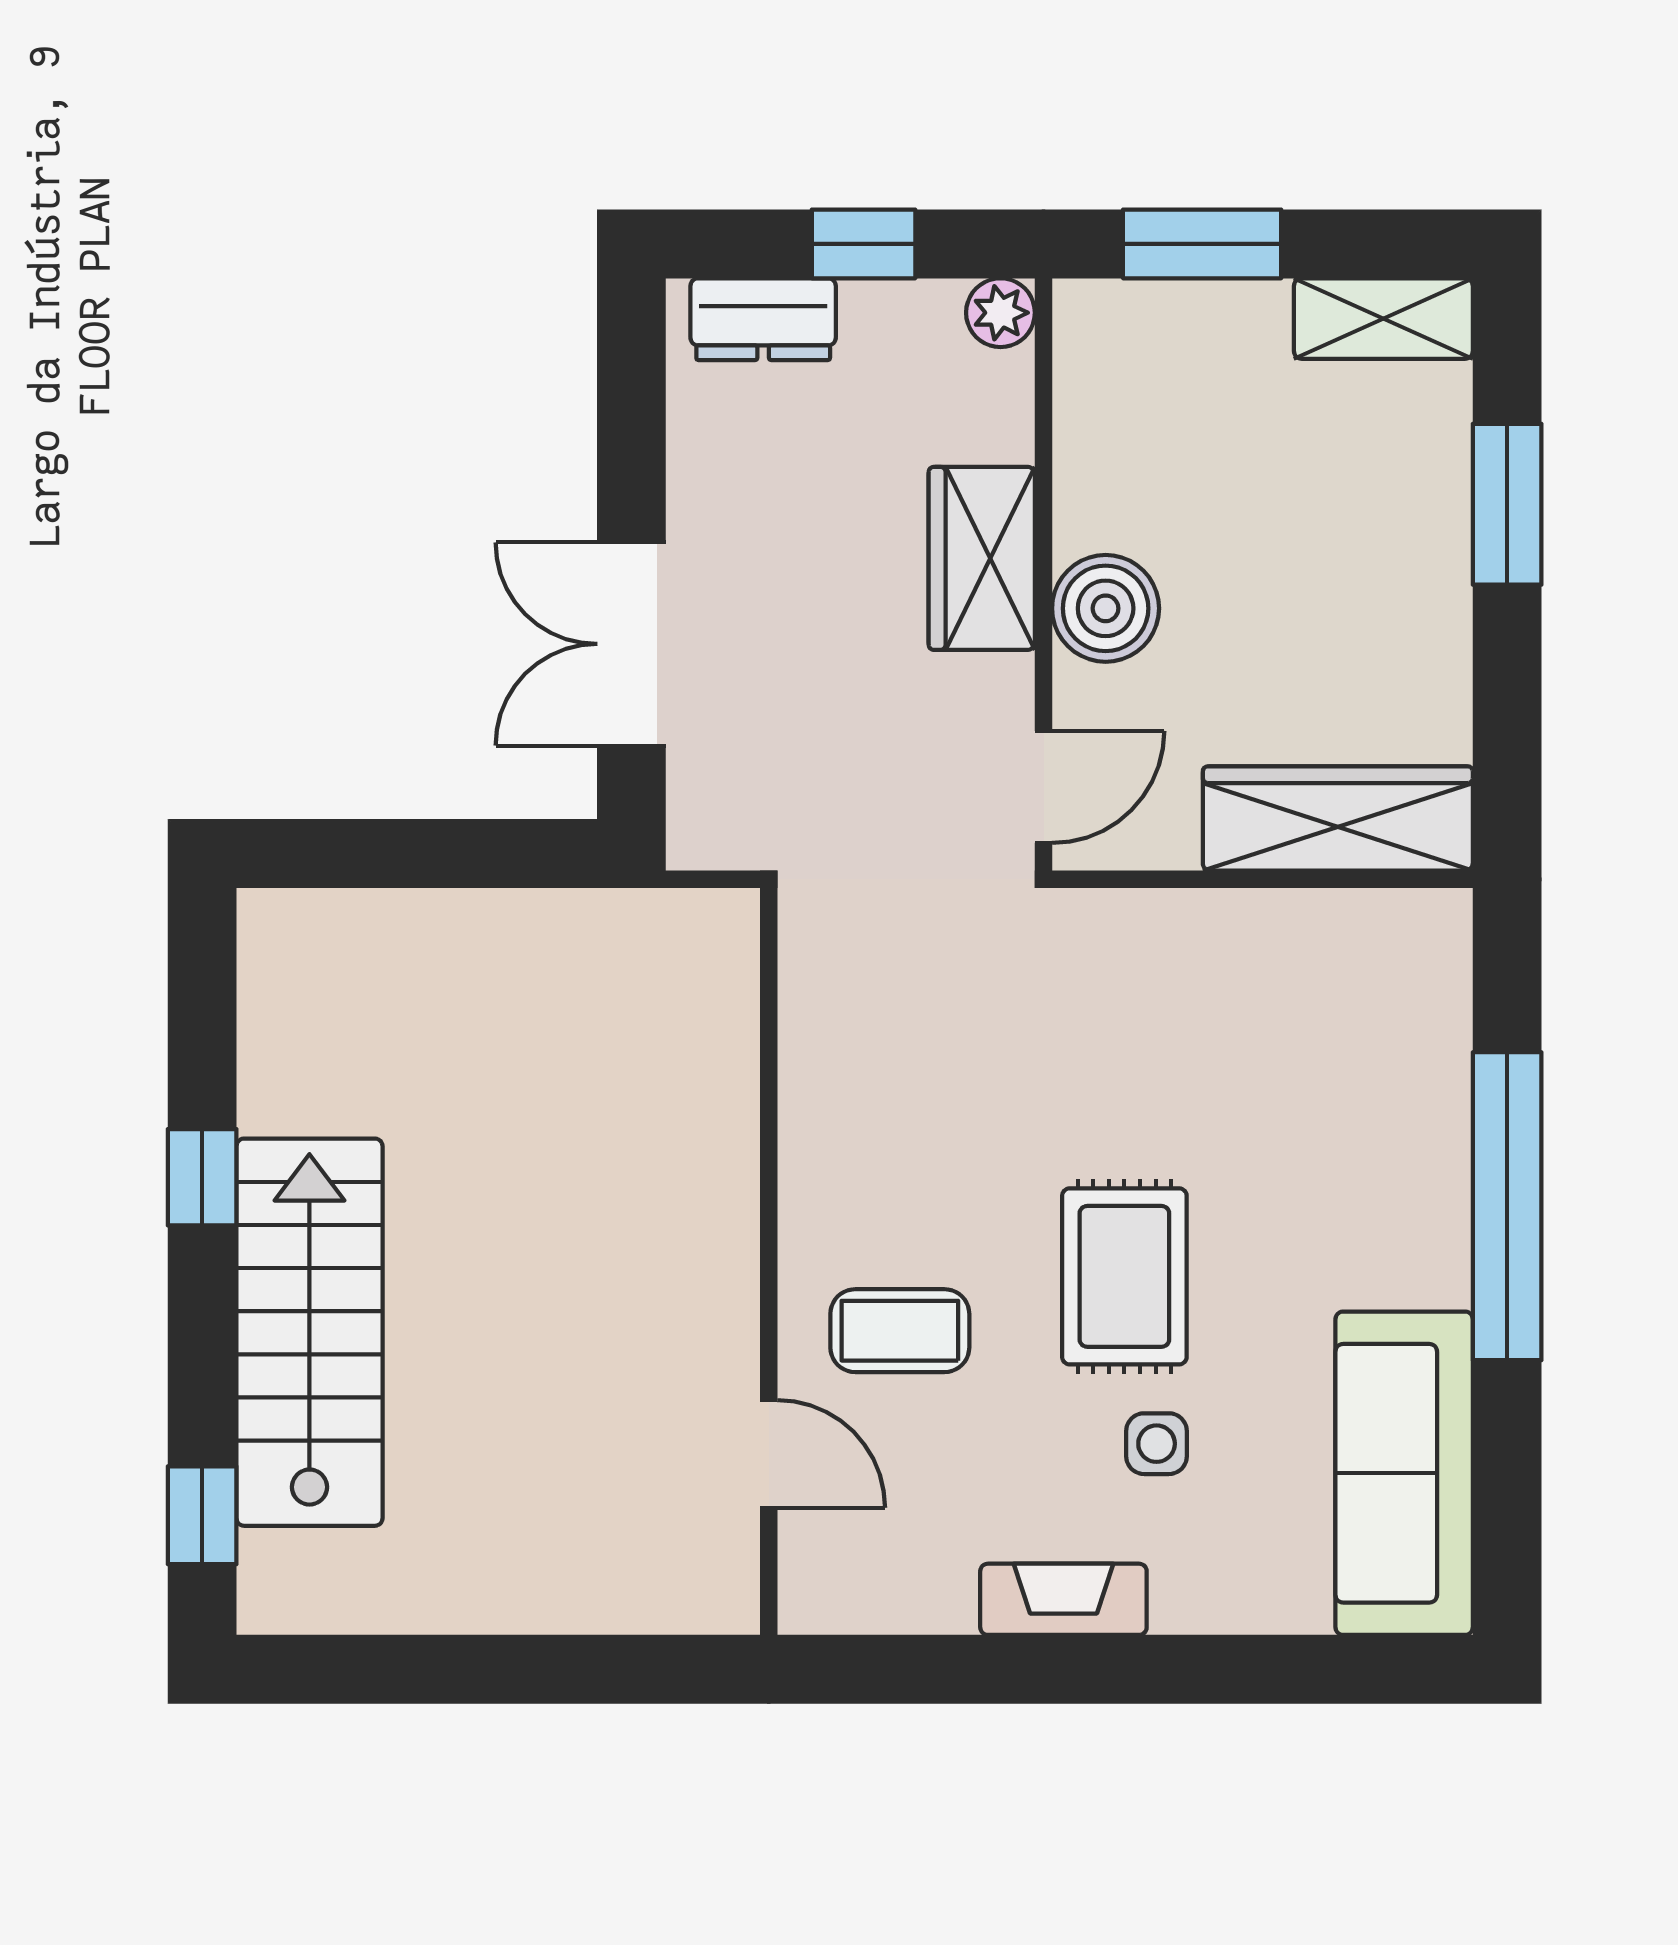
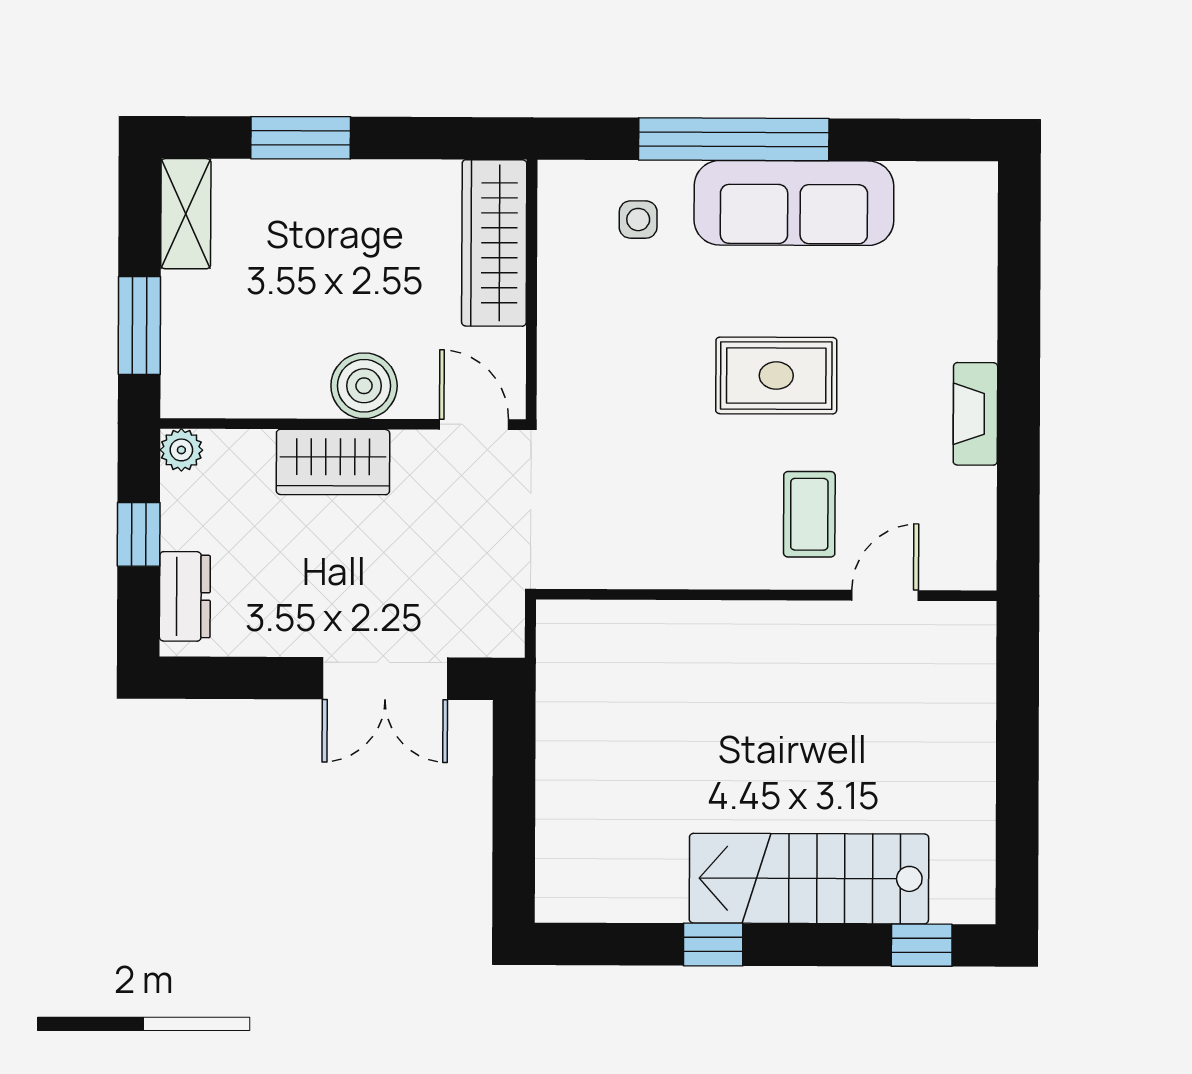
side table: (1157, 1444) -> (638, 220), moved
sofa: (1404, 1473) -> (794, 203), moved

